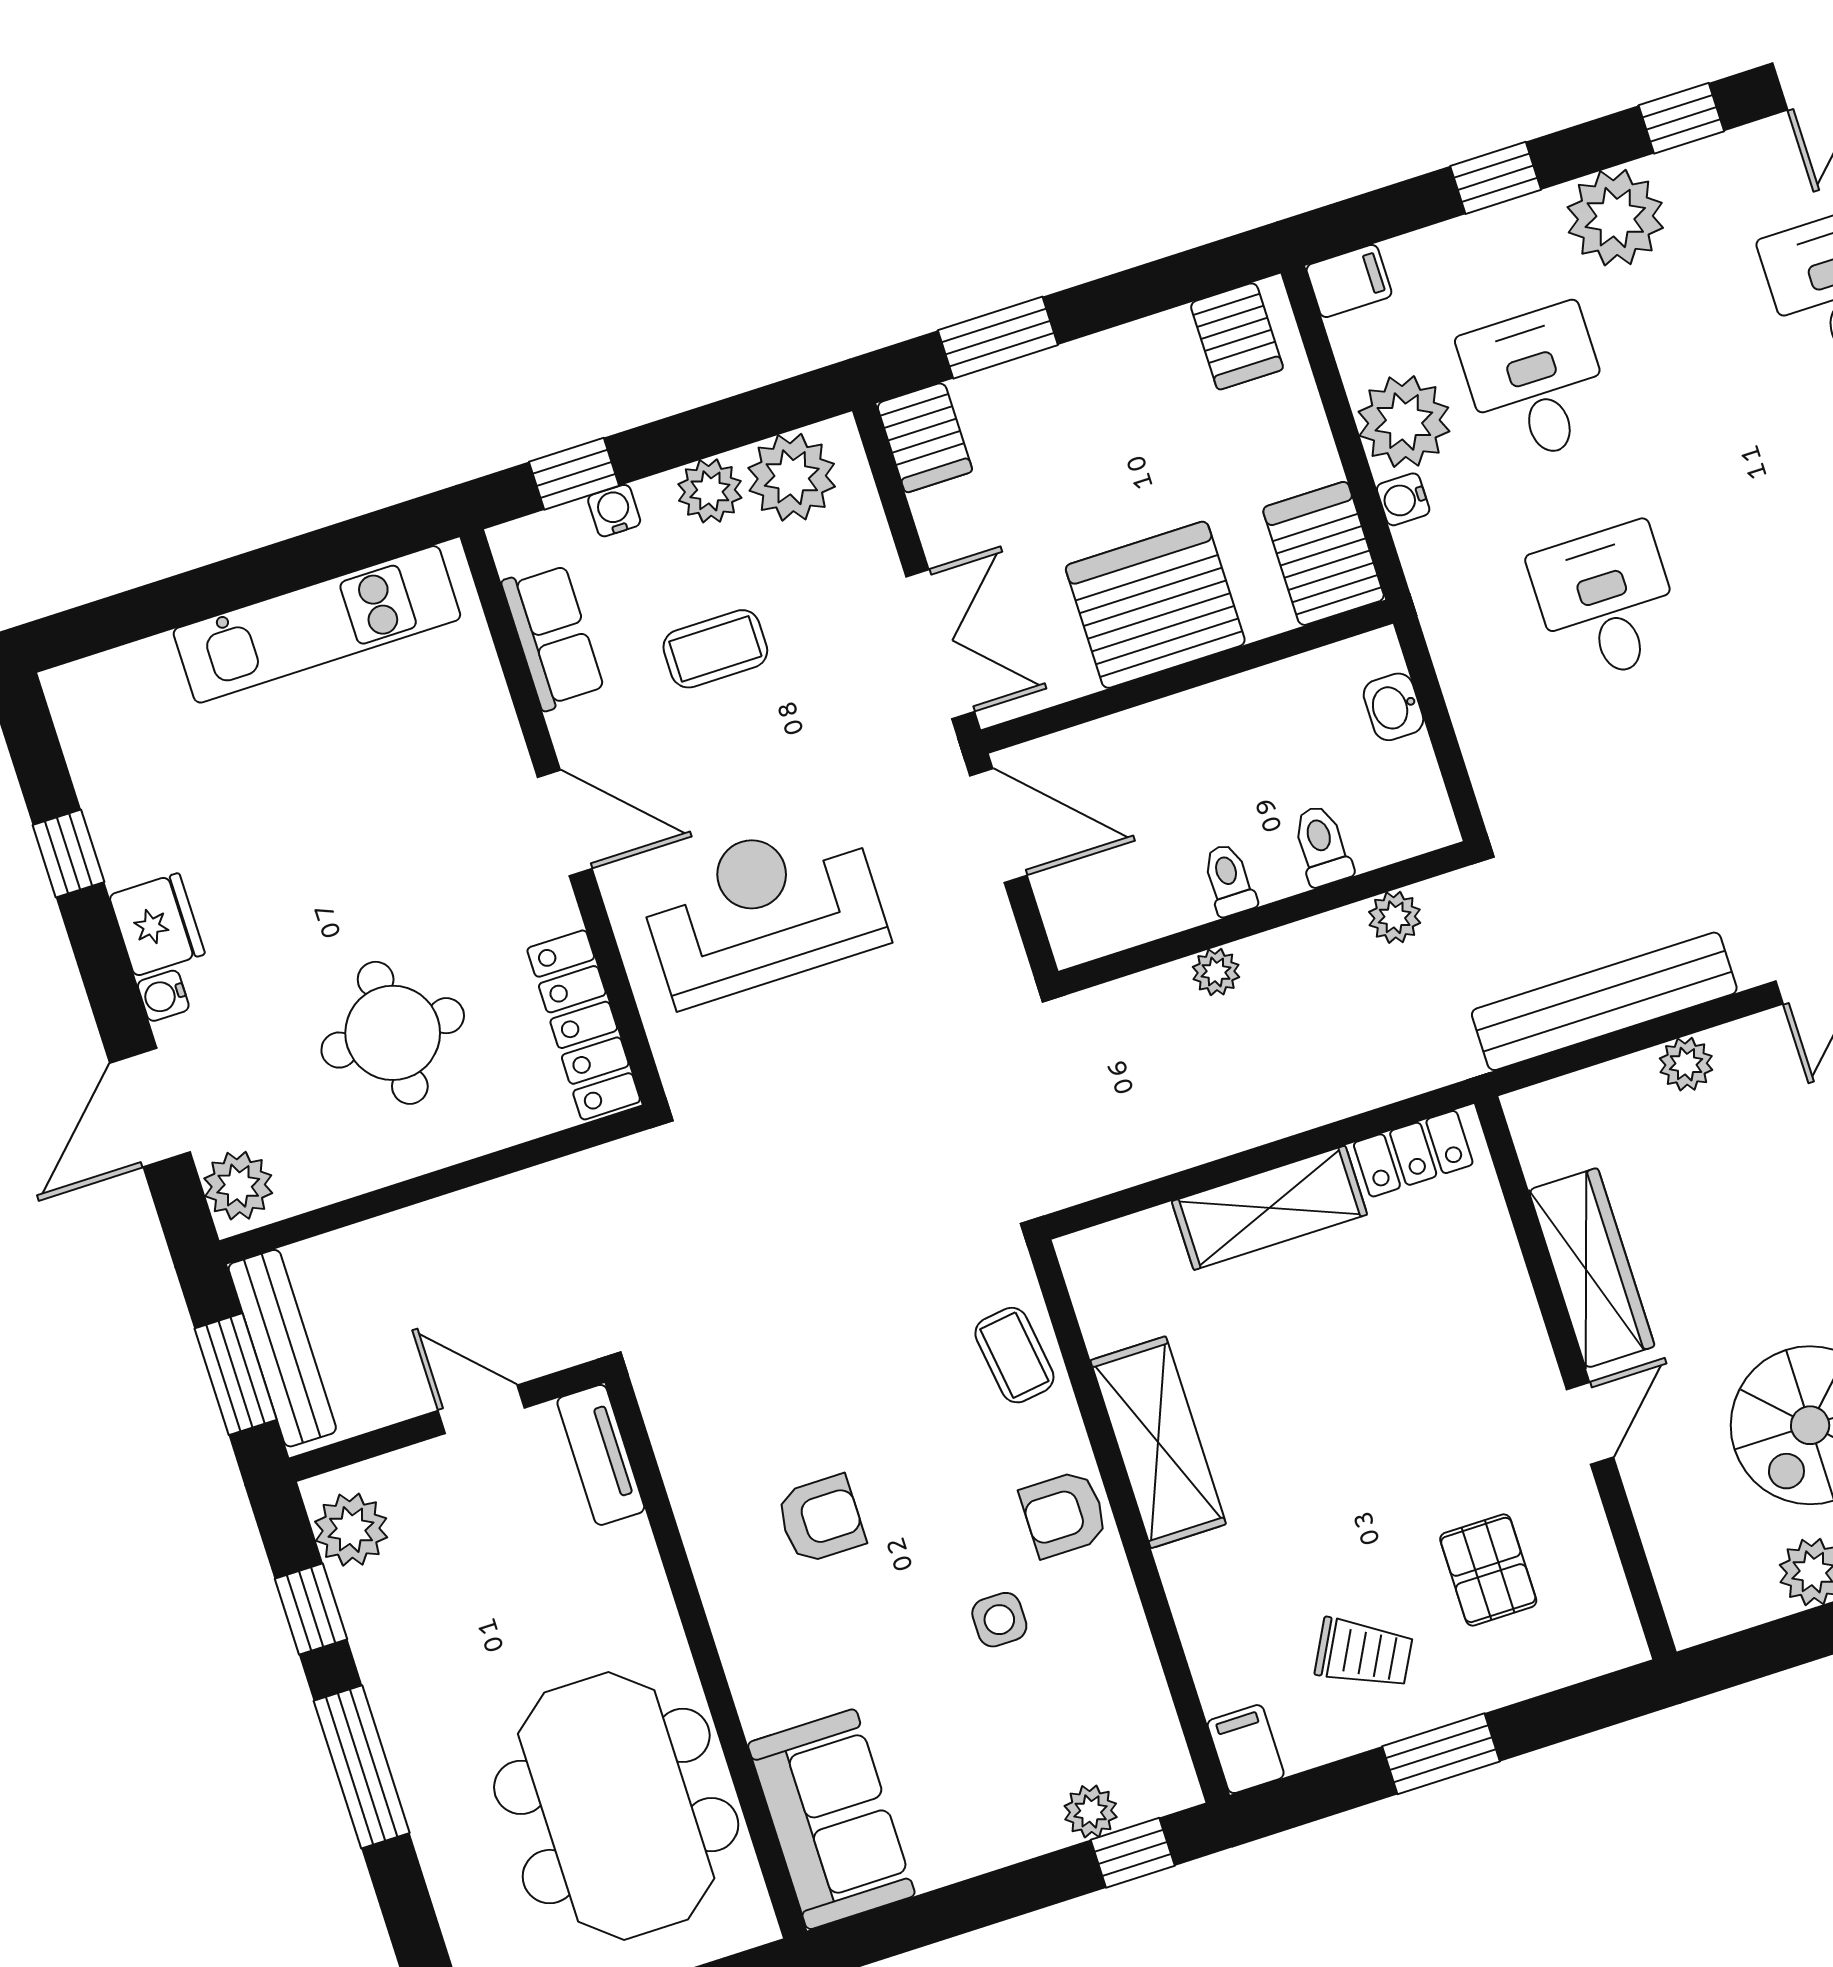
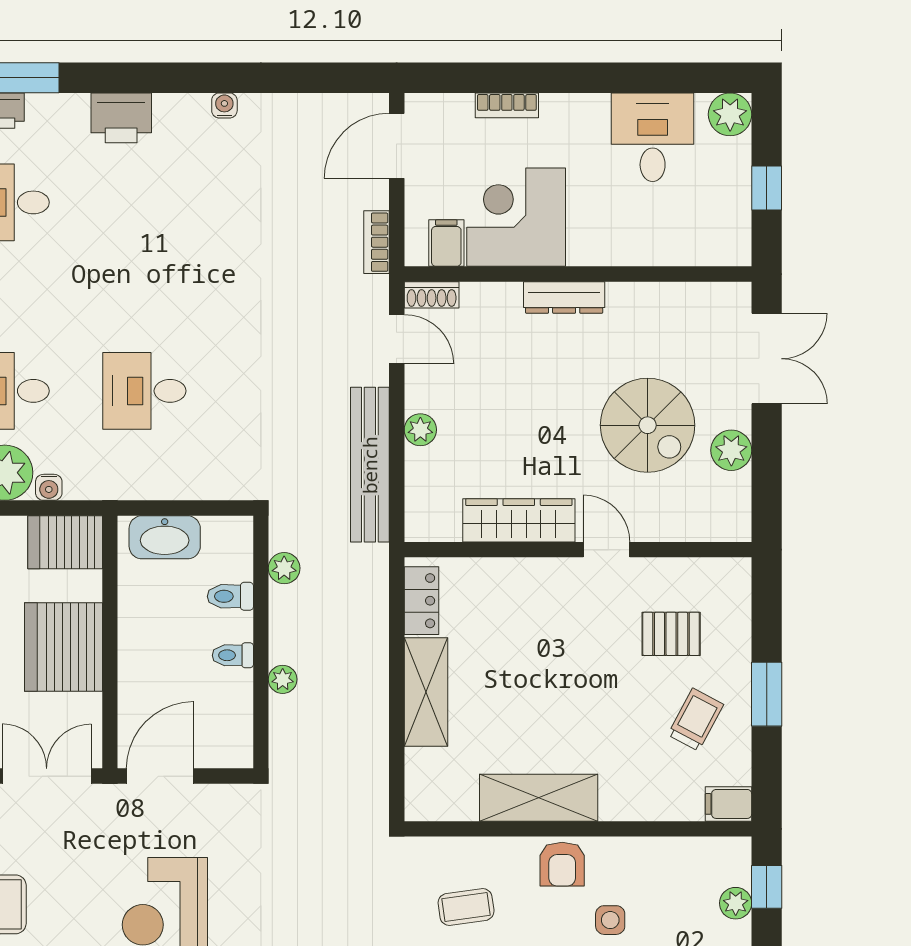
washbasin: (1393, 707) -> (165, 537), width x1.91, depth x1.45
coffee table: (1014, 1355) -> (466, 907), moved

